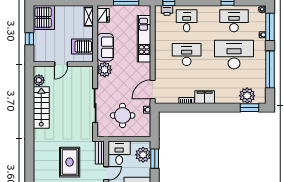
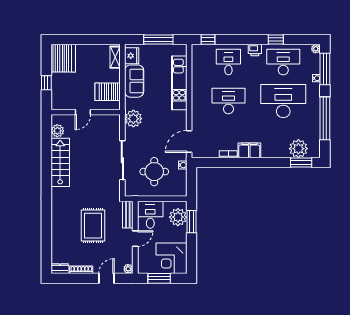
printer: (167, 10) -> (255, 50), moved
sofa: (105, 47) -> (134, 81), moved

